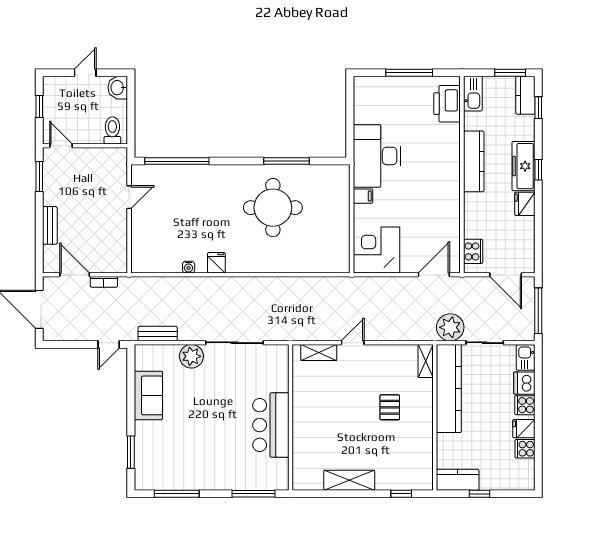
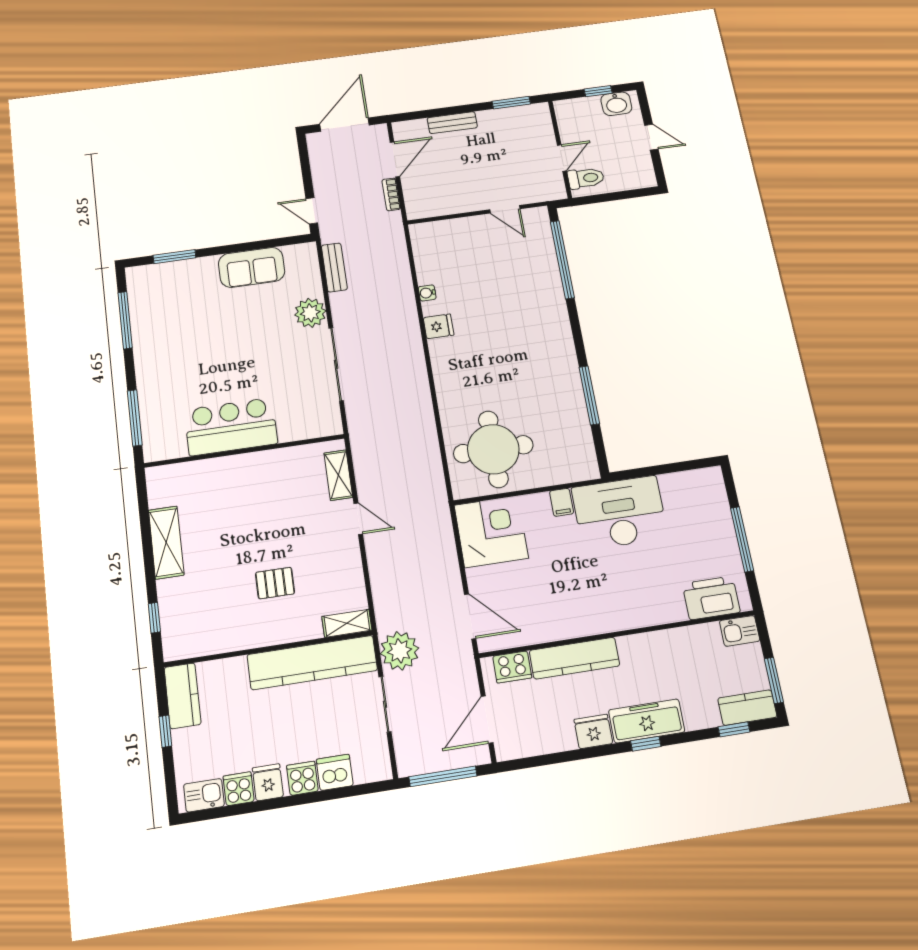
washbasin: (118, 88) -> (616, 104), moved, turned 180
kitchen sink: (473, 94) -> (740, 631), width x0.73
door: (61, 146) -> (562, 158), moved
kitchen counter: (474, 161) -> (574, 658), moved
round table: (273, 208) -> (493, 449), moved
kitchen sink: (526, 358) -> (204, 795), moved

